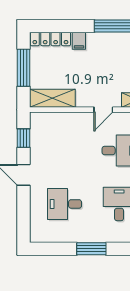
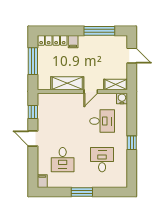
shelving: (52, 98) -> (67, 83), moved
desk: (65, 204) -> (63, 160), turned -90
filing cabinet: (36, 234) -> (42, 181), added

